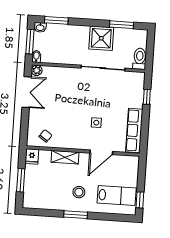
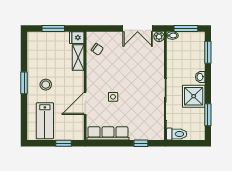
washbasin: (40, 27) -> (200, 77), moved
door: (101, 152) -> (85, 103), hinge flipped
shelving: (65, 157) -> (78, 58), moved
window: (140, 200) -> (64, 143), moved

